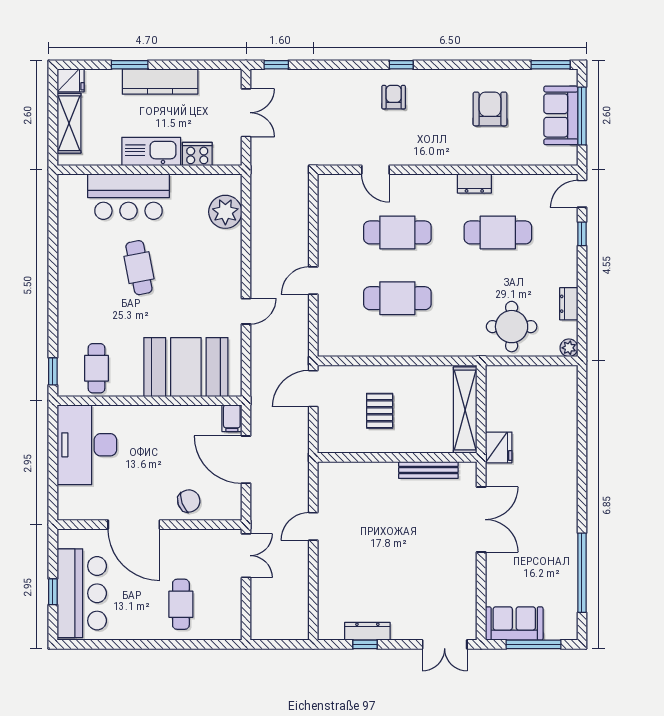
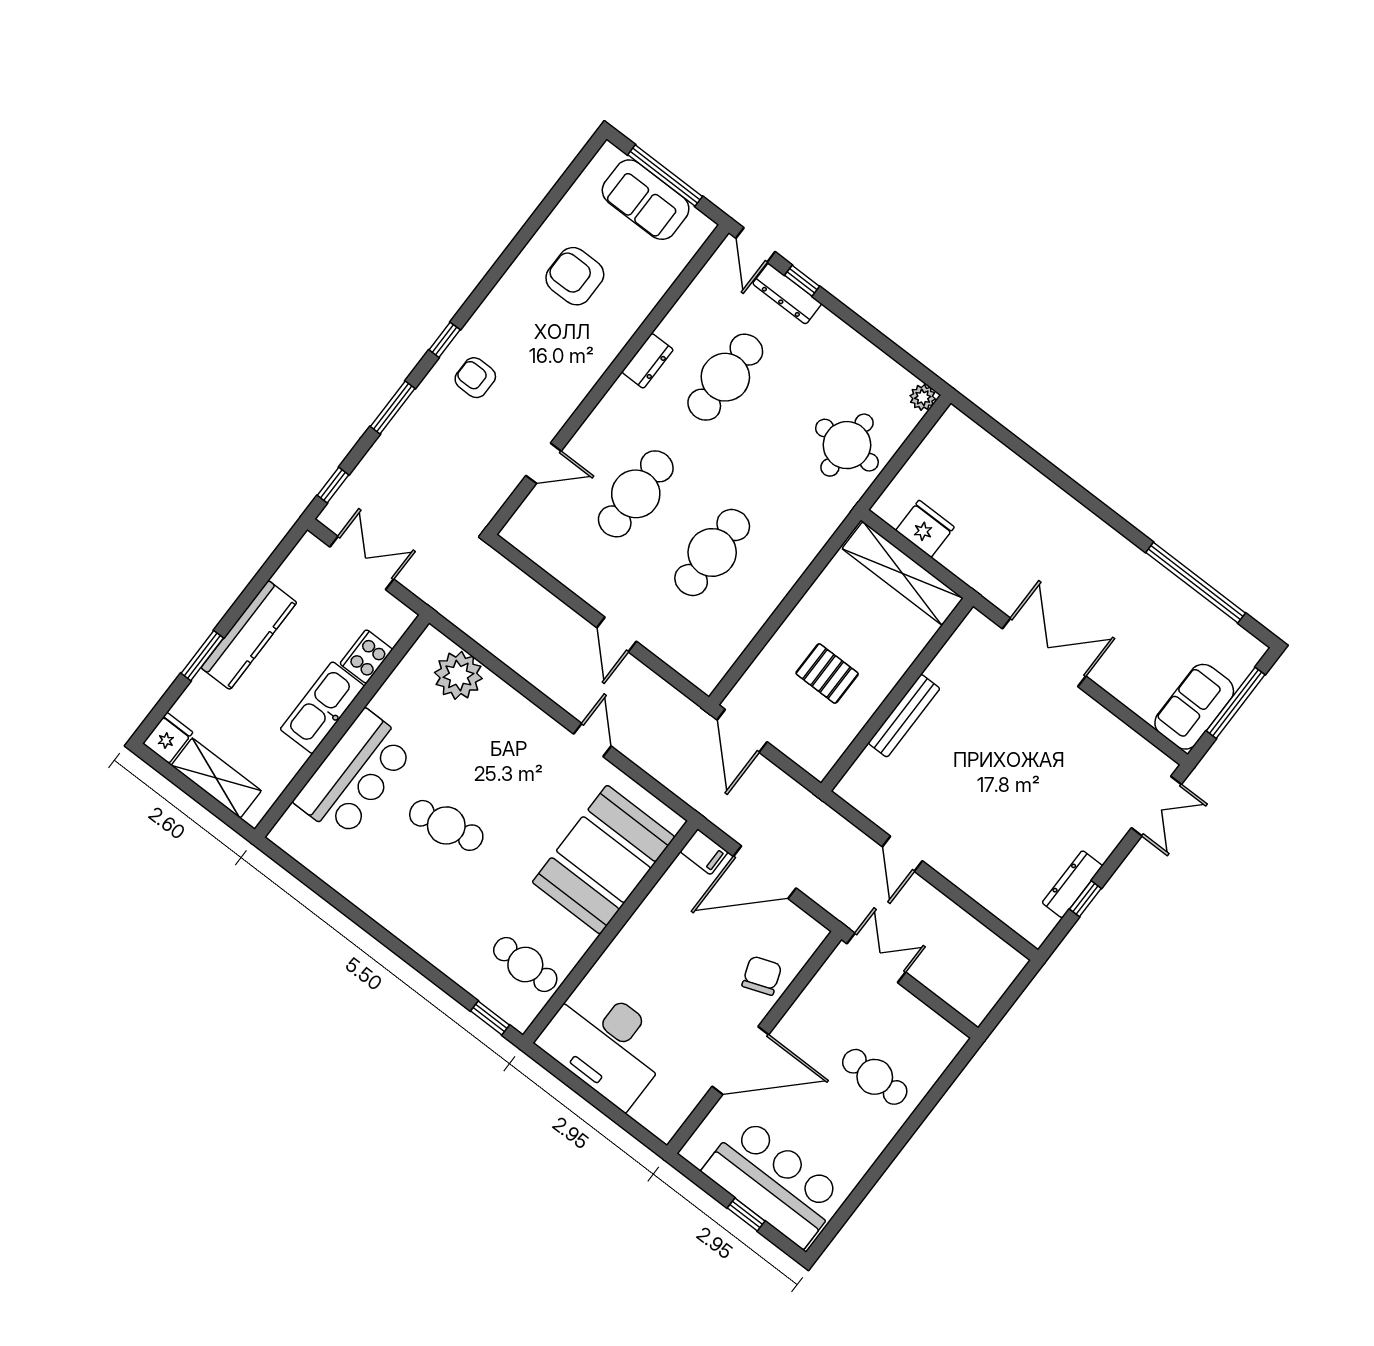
window: (551, 65) -> (393, 407), moved
dresser: (569, 304) -> (787, 294), moved, width x1.44
fridge: (499, 447) -> (925, 529), moved
bench: (428, 470) -> (904, 716), moved

